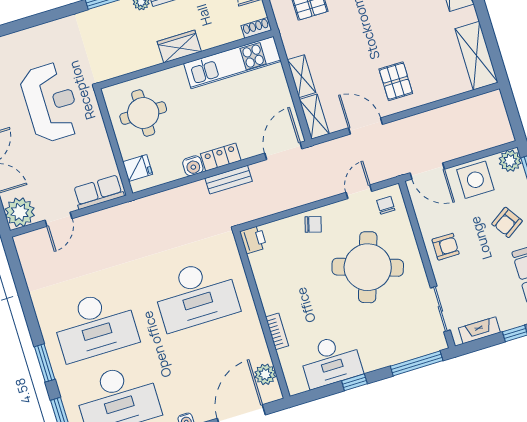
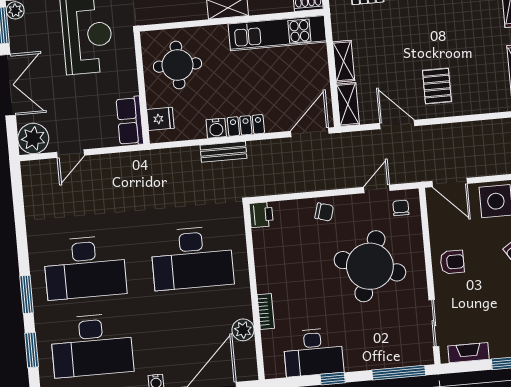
bench: (229, 180) -> (223, 152), moved
row of seats: (98, 192) -> (130, 121), moved, turned -90
plant: (265, 374) -> (243, 330), moved

